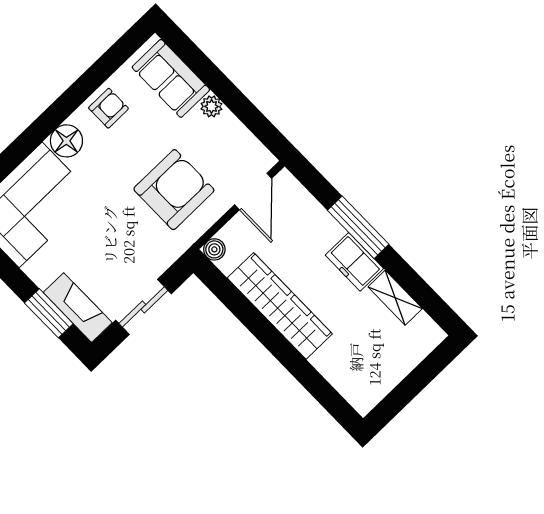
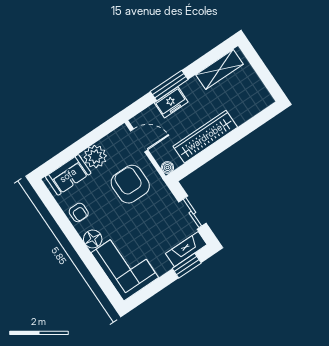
plant: (211, 106) -> (95, 157), width x1.88, depth x1.88
armchair: (109, 108) -> (79, 212), turned 180
freezer: (354, 262) -> (171, 102), moved
shelving: (395, 298) -> (219, 69), width x1.50, depth x1.33

